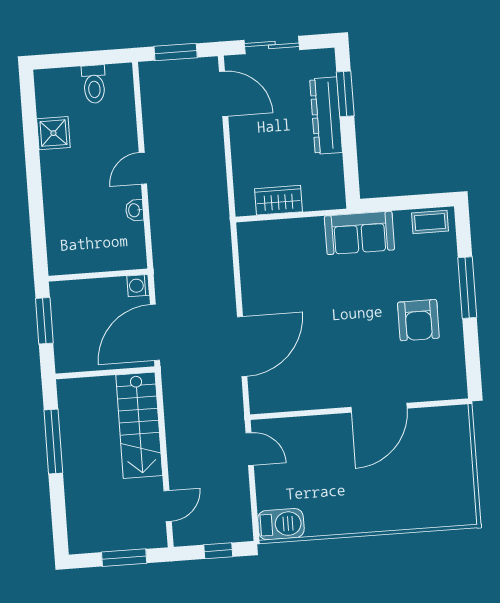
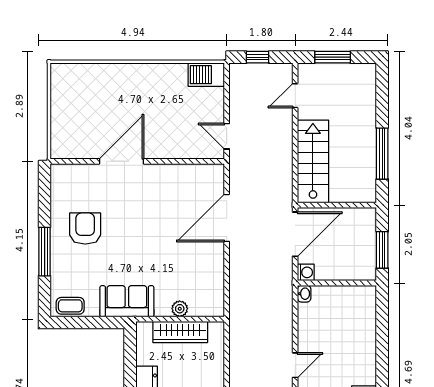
wardrobe: (278, 200) -> (180, 332), width x1.50
washbasin: (135, 210) -> (304, 294), moved
plant: (293, 228) -> (180, 309), added

